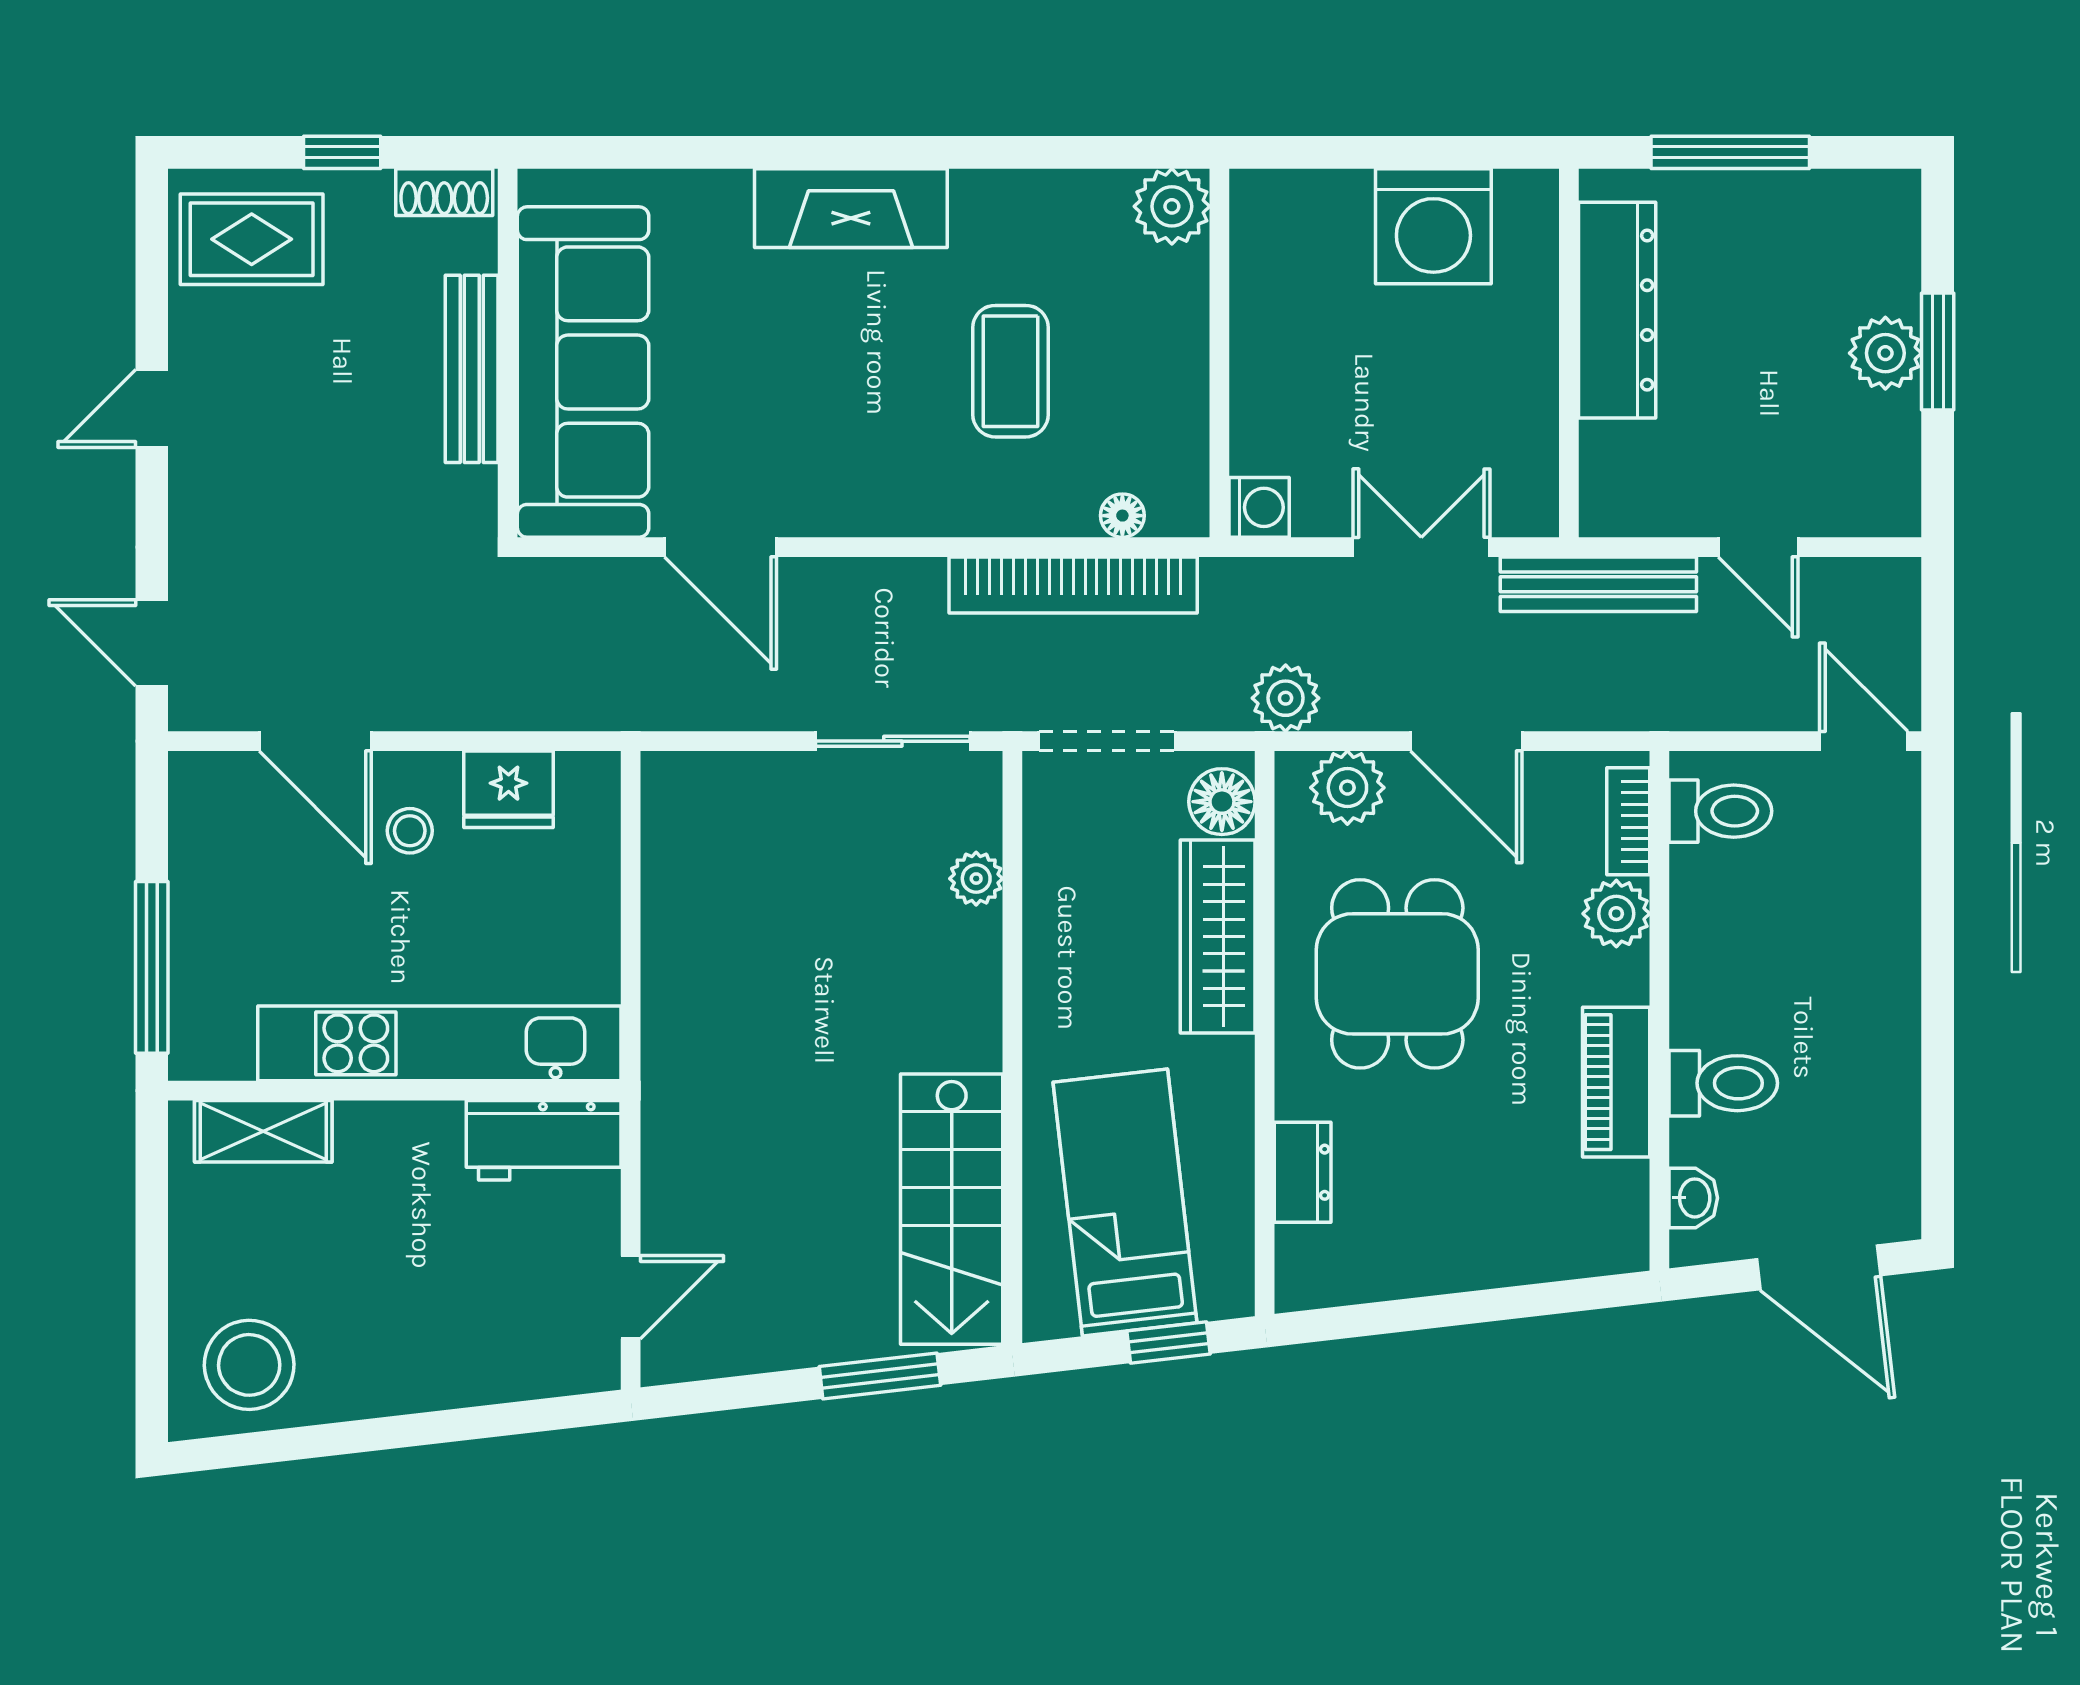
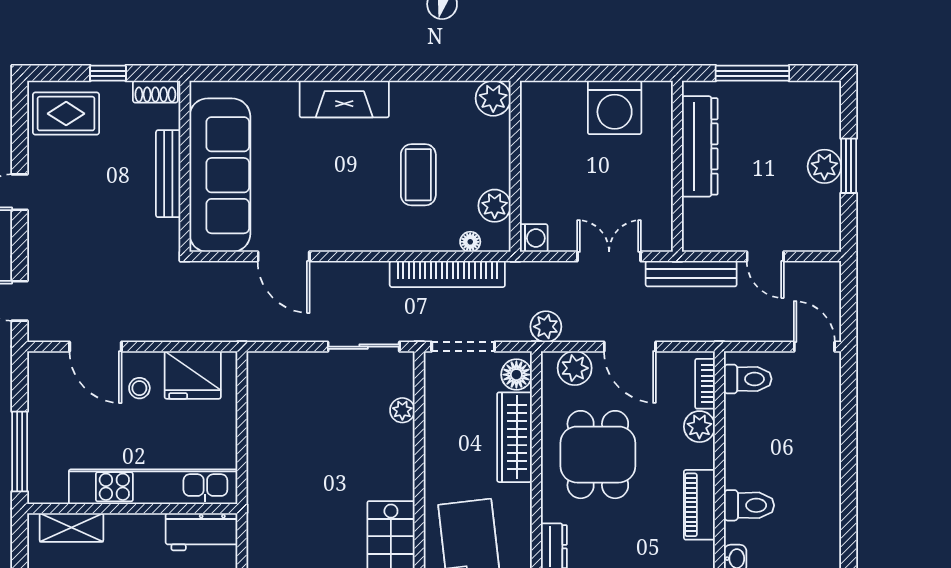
plant: (1175, 438) -> (495, 206), added
fridge: (509, 789) -> (193, 375), width x1.36, depth x1.34

